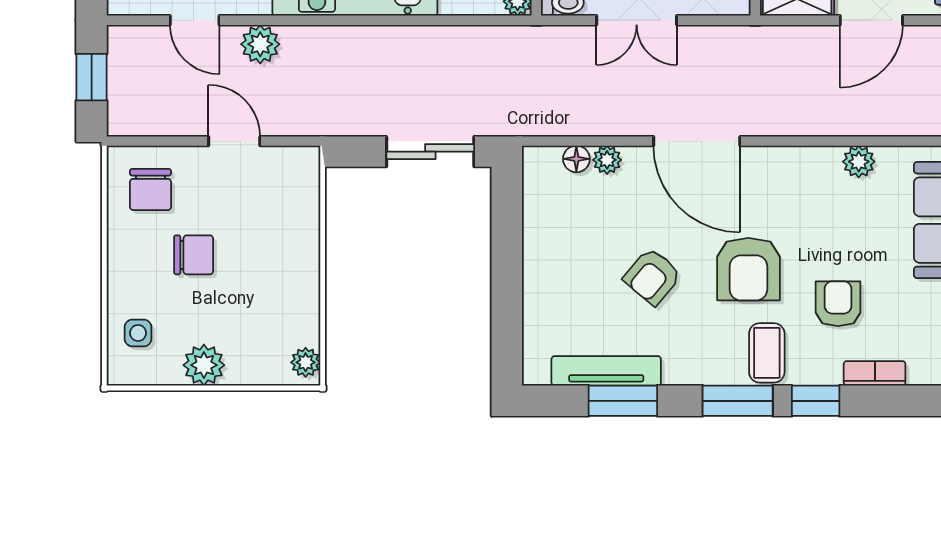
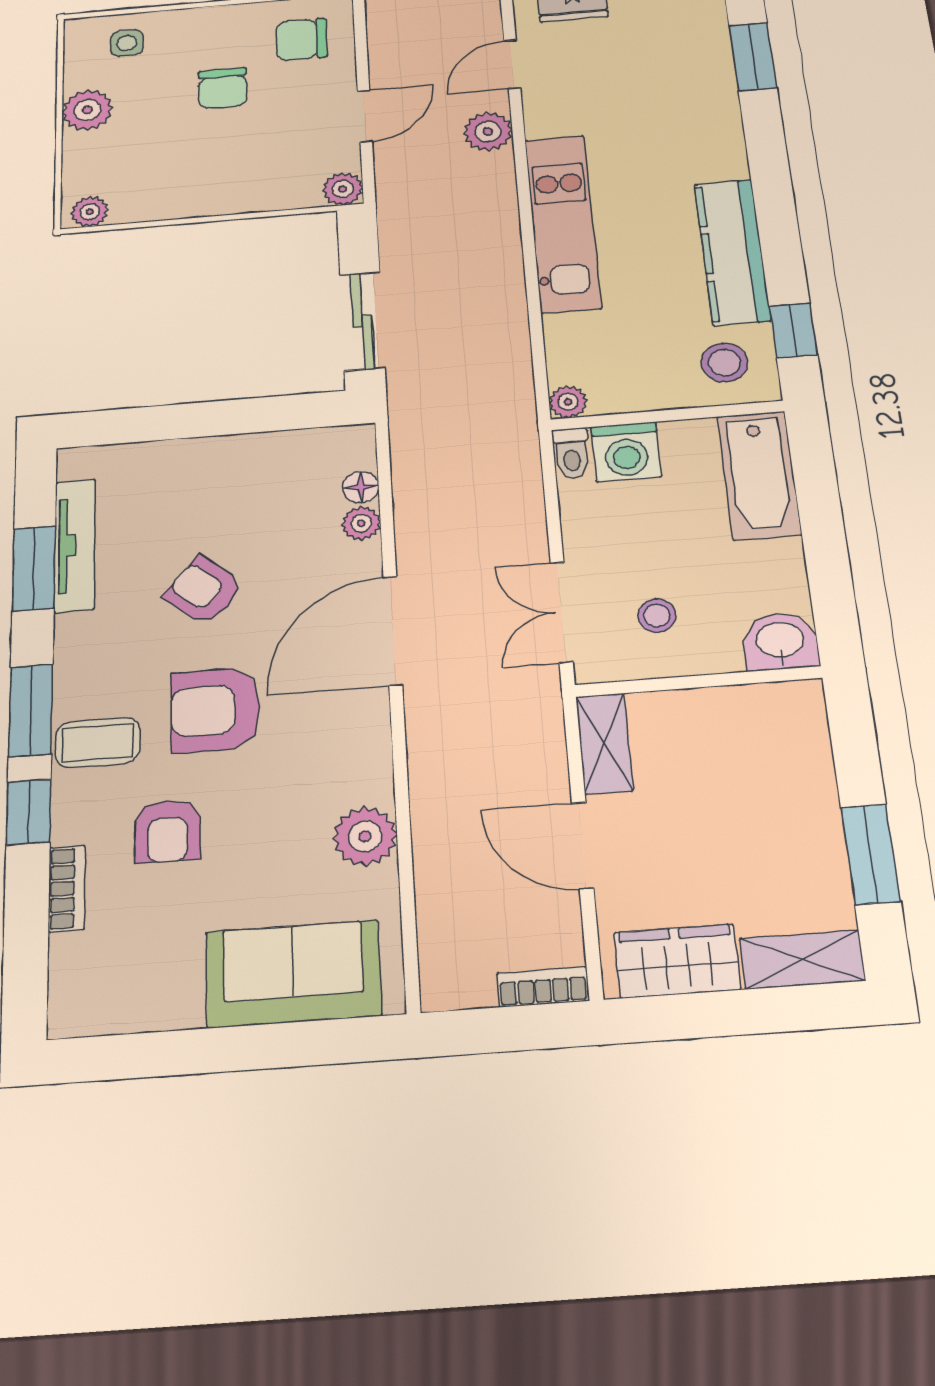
double door: (637, 20) -> (562, 612), moved
plant: (304, 162) -> (343, 189), added
plant: (859, 162) -> (365, 836), width x1.38, depth x1.38
armchair: (838, 304) -> (168, 831), turned 90

